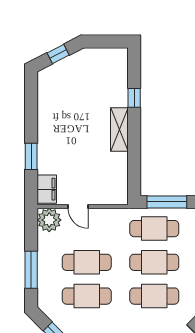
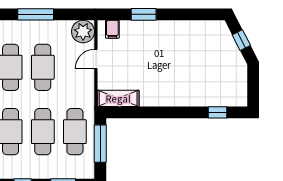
window: (134, 98) -> (217, 112), moved
shelving: (119, 129) -> (118, 98), moved
filing cabinet: (47, 189) -> (112, 29), width x0.50

